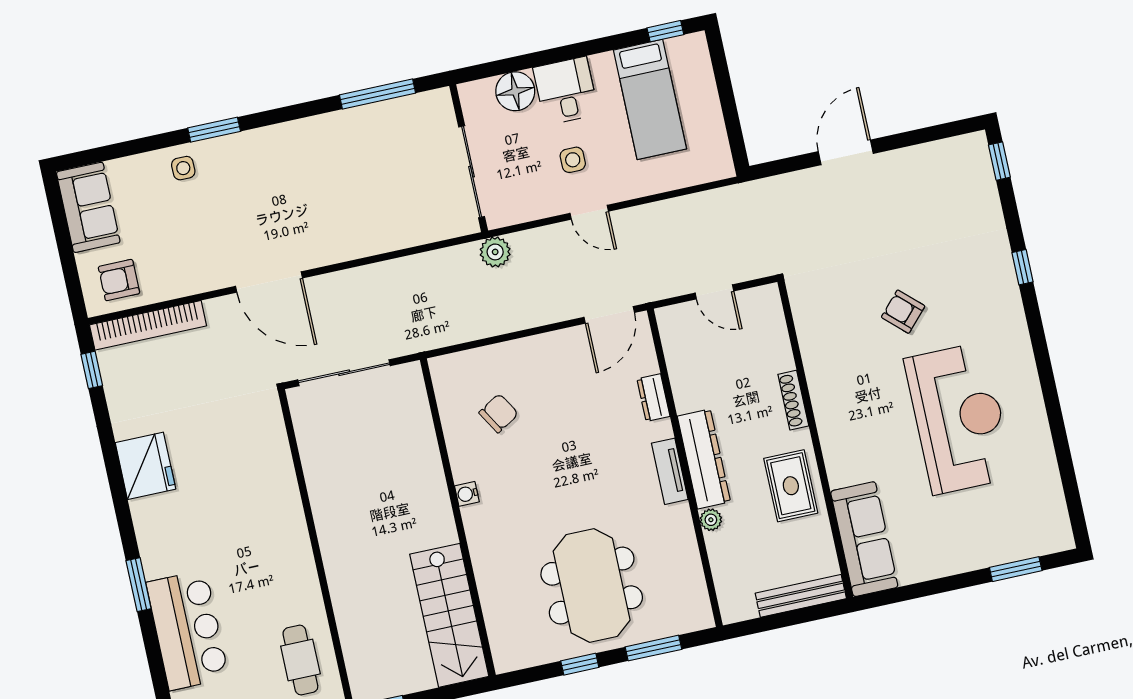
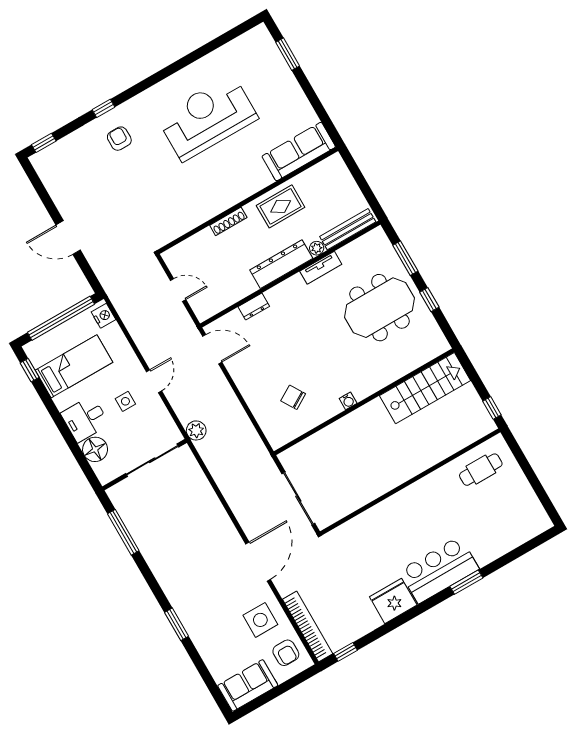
window: (728, 103) -> (61, 318), added
side table: (183, 168) -> (260, 620), moved, width x1.87, depth x1.87
nightstand: (711, 168) -> (104, 316), added
door: (714, 292) -> (178, 290), hinge flipped
armchair: (903, 312) -> (119, 139), moved, turned 137
tv unit: (670, 471) -> (321, 268), moved
bench: (801, 596) -> (348, 229), moved, turned 90
bar counter: (188, 630) -> (439, 570), moved

